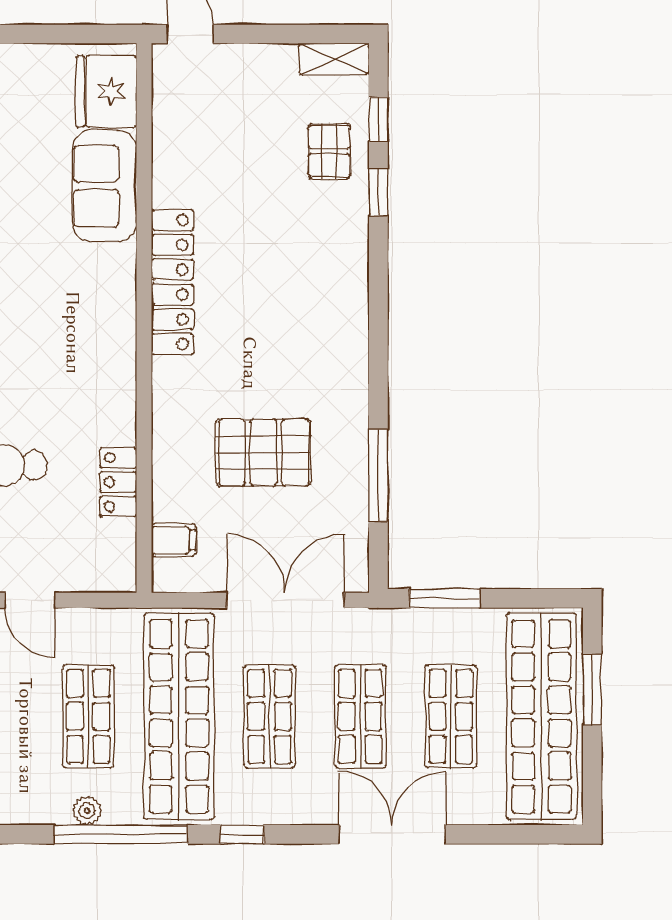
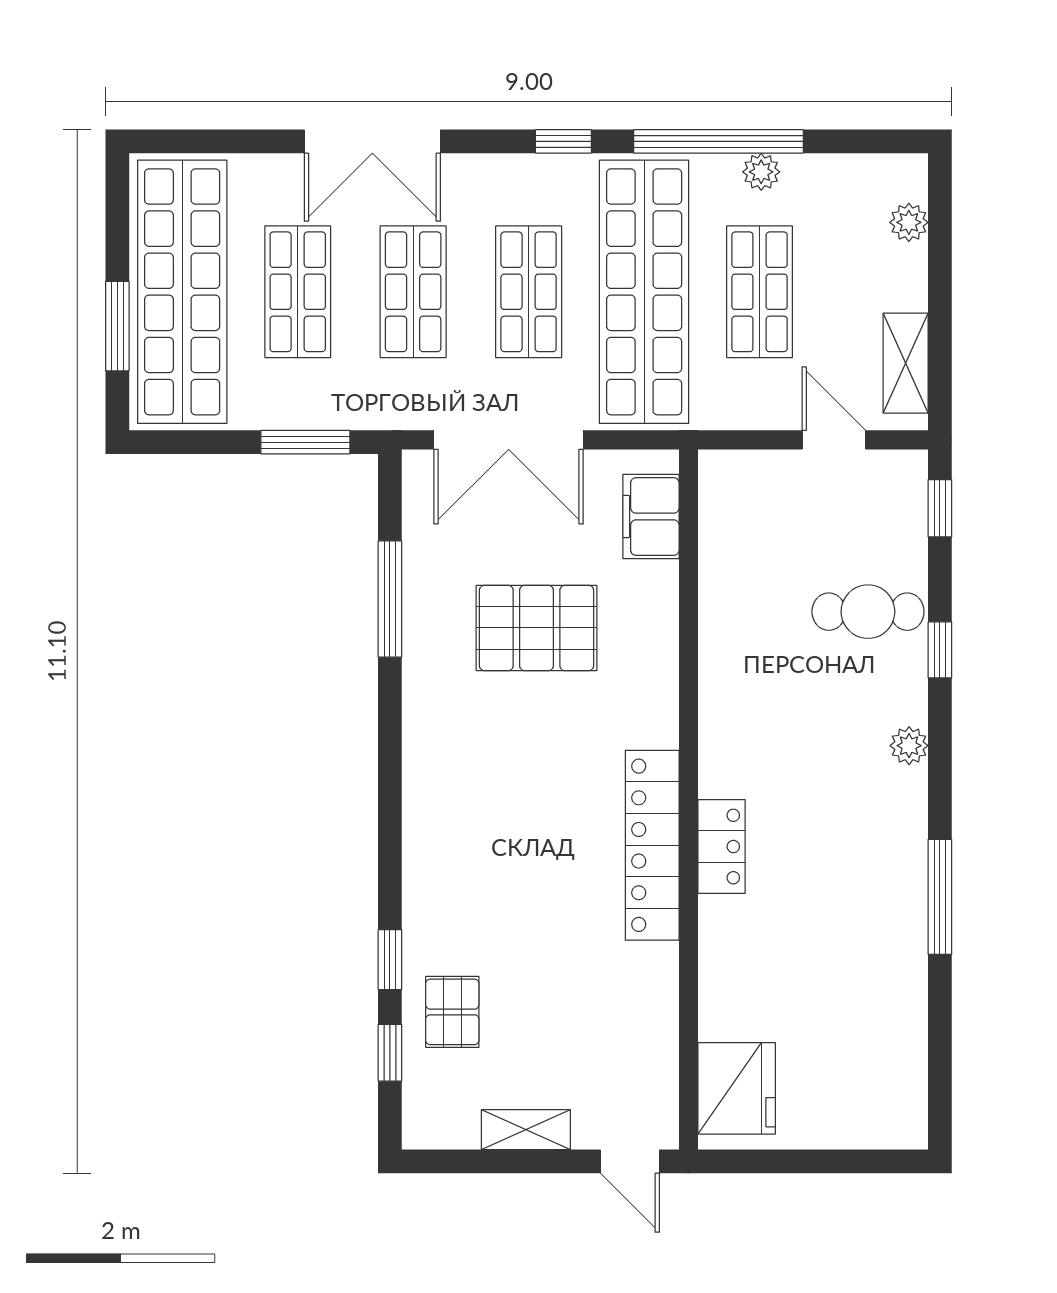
shelving: (334, 59) -> (526, 1130), moved
sofa: (105, 186) -> (739, 968), removed
locker: (118, 482) -> (721, 847), moved
filing cabinet: (174, 540) -> (651, 517), width x2.00

